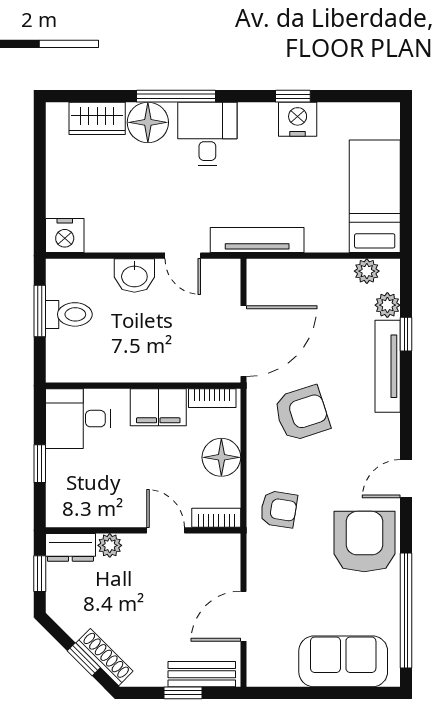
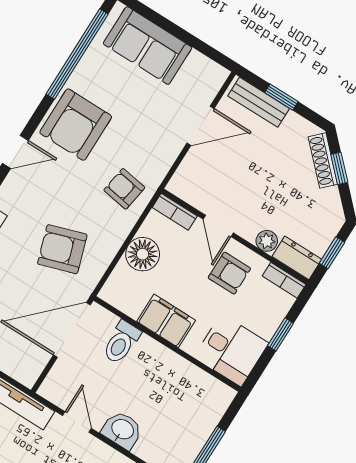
toilet: (69, 314) -> (121, 342), moved, turned -90
bookcase: (212, 398) -> (284, 280), moved, turned 180
armchair: (126, 492) -> (229, 273), added

